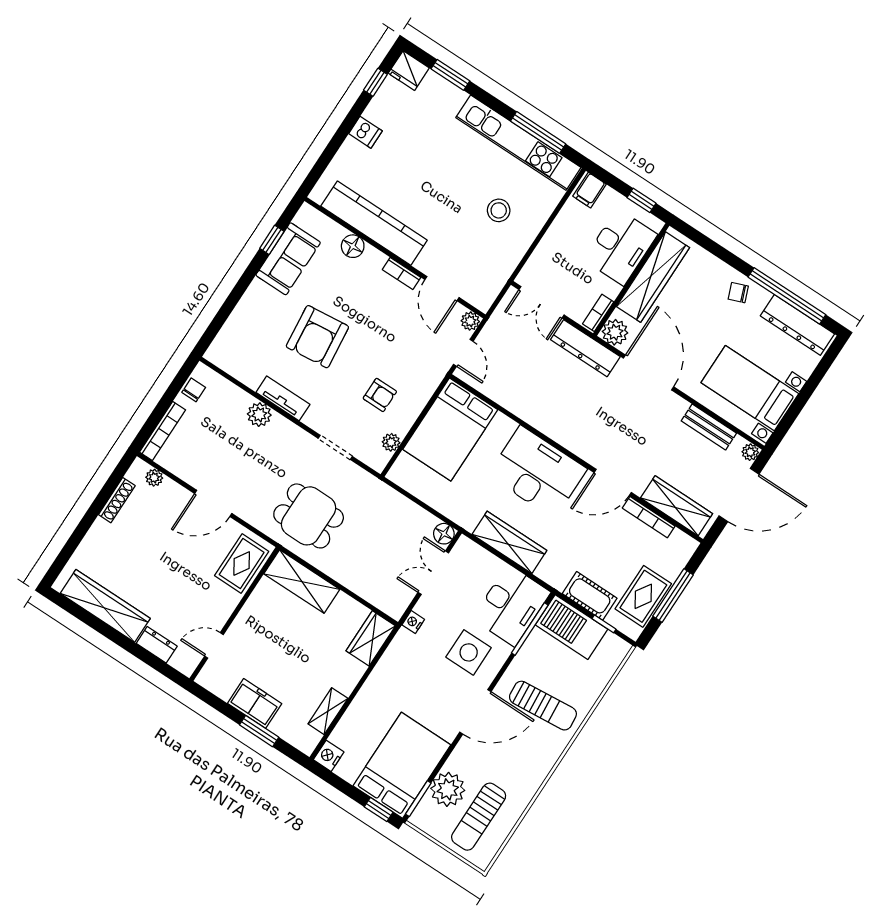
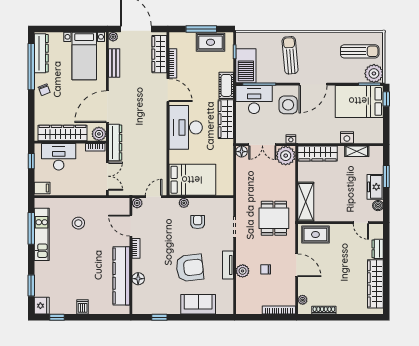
kitchen unit: (518, 143) -> (42, 234), width x0.73
sofa: (288, 259) -> (198, 304), moved
door: (442, 289) -> (131, 226), swing flipped
chair: (194, 390) -> (266, 269), moved
plant: (391, 442) -> (184, 203), moved
cot: (590, 596) -> (226, 85), moved
plant: (393, 597) -> (286, 156), added
wardrobe: (371, 638) -> (317, 154), width x1.50
boiler: (223, 689) -> (378, 206), added
door: (475, 712) -> (313, 84), swing flipped
nightstand: (329, 756) -> (347, 138), moved
plant: (448, 789) -> (374, 73), moved

